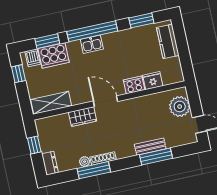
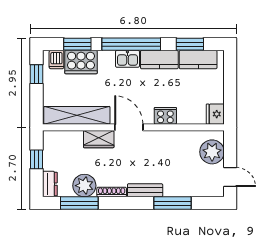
kitchen counter: (119, 39) -> (159, 60), added
kitchen counter: (168, 41) -> (198, 60), moved, turned -90
fridge: (153, 81) -> (215, 114), moved, turned -90
shelving: (51, 103) -> (77, 115), width x1.47
bench: (150, 147) -> (145, 190), moved
plant: (85, 162) -> (84, 186), width x1.88, depth x1.88
window: (94, 170) -> (79, 203), moved

